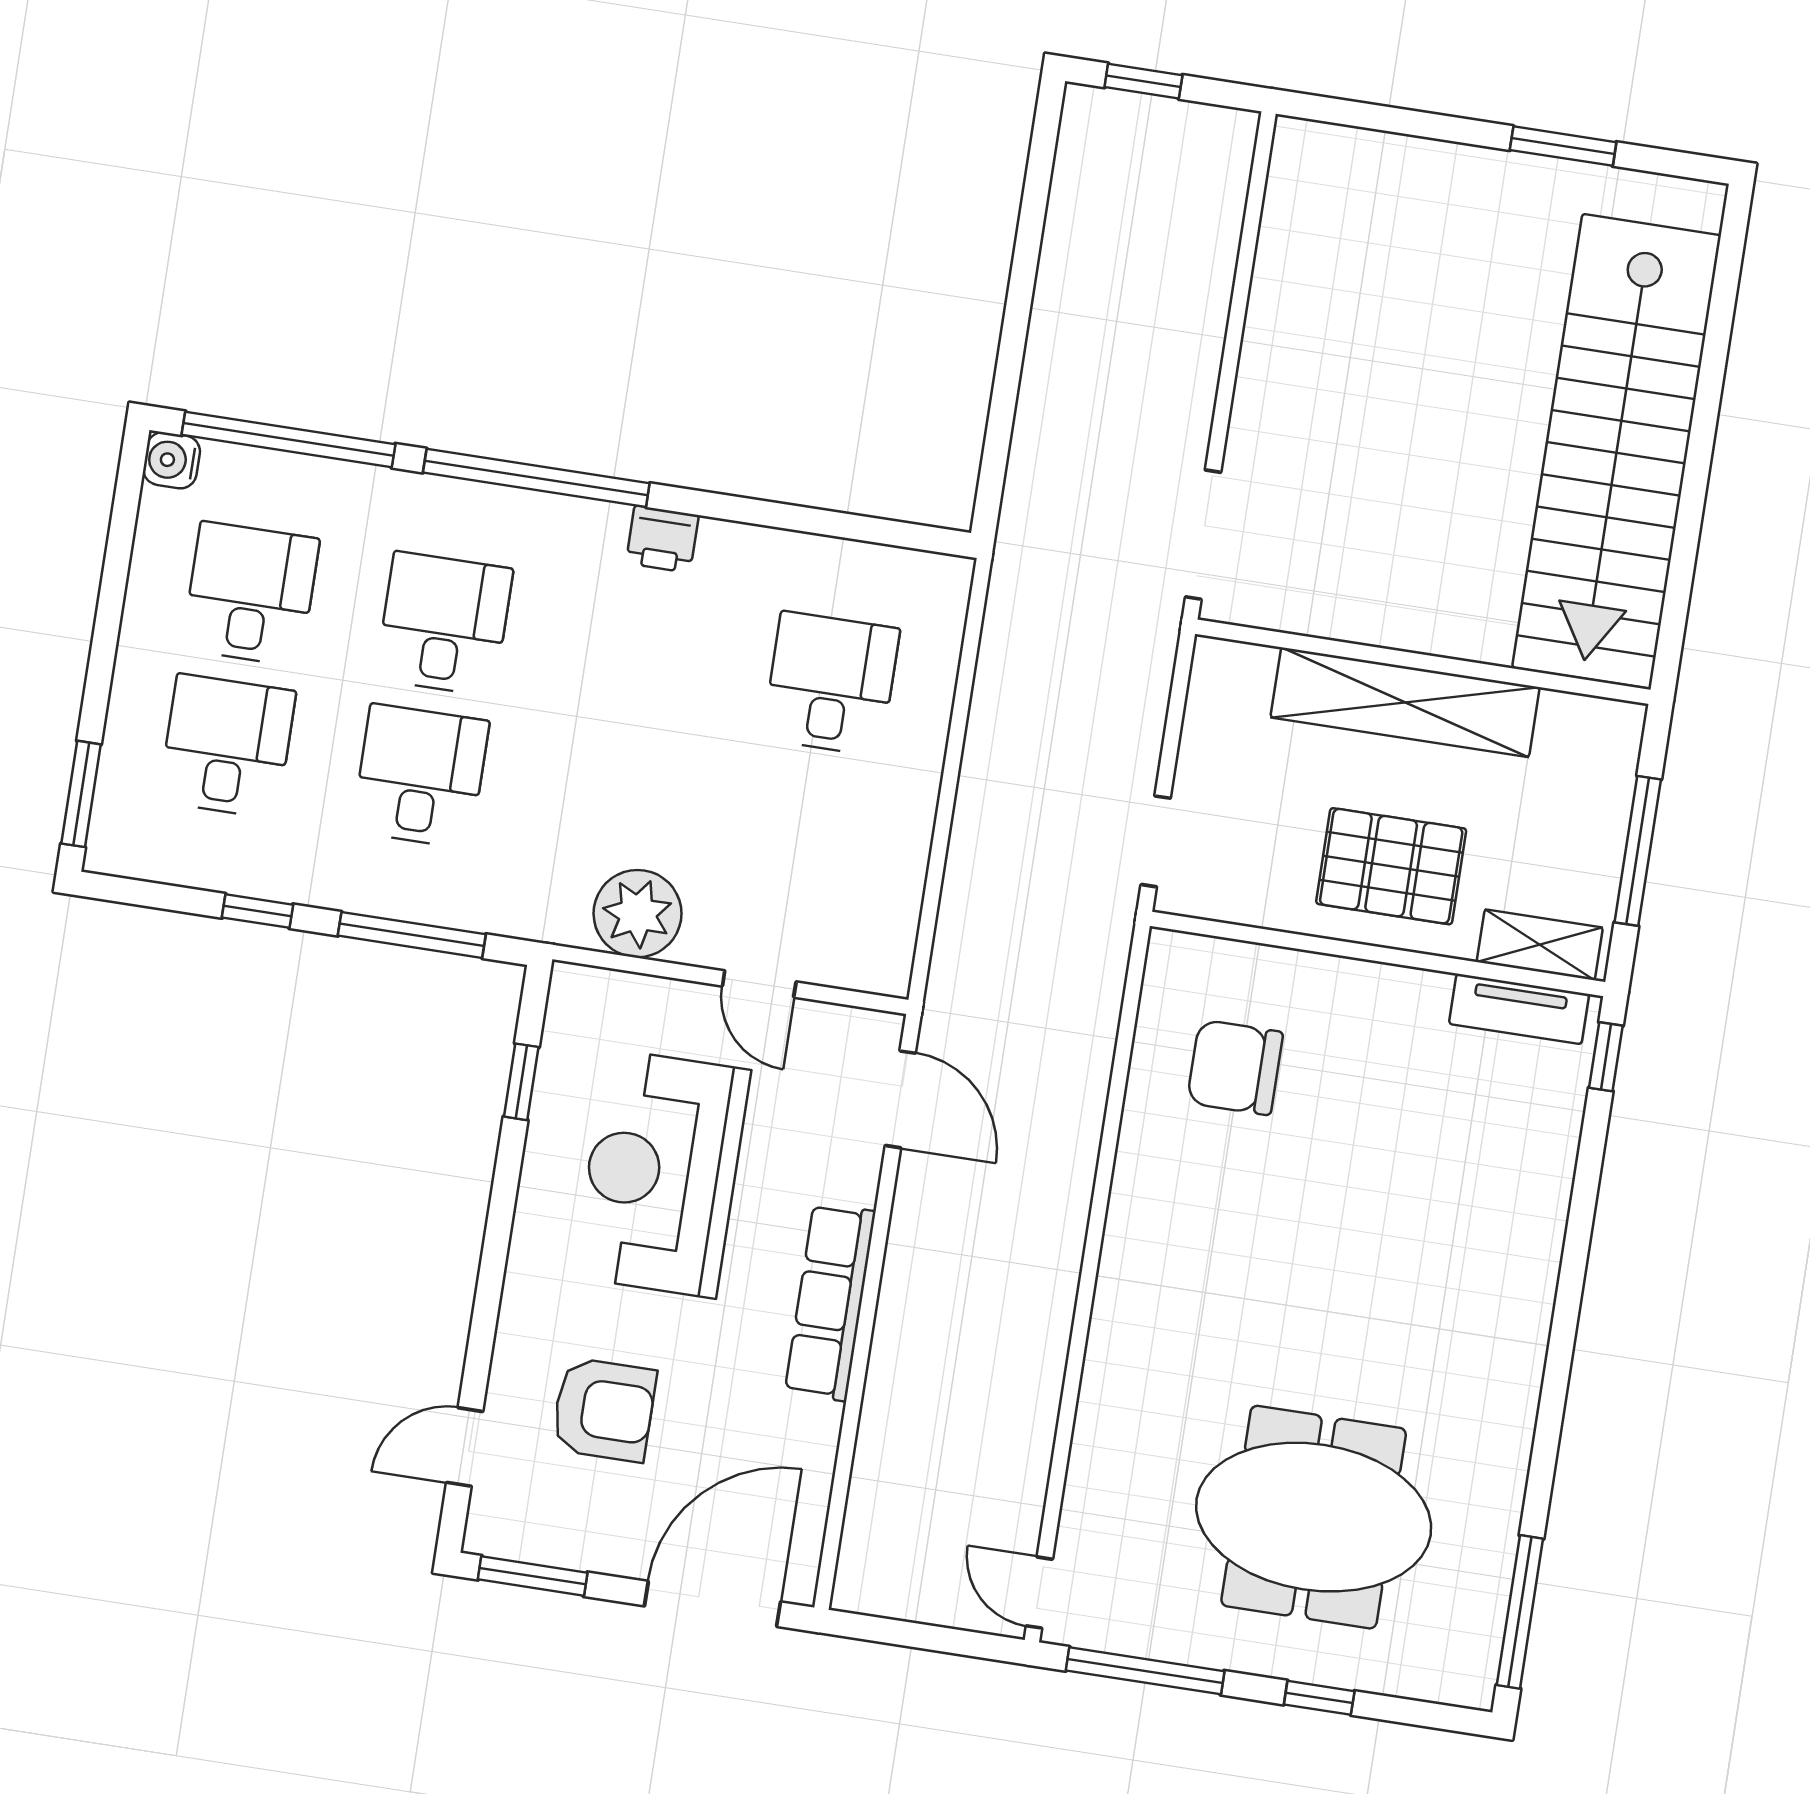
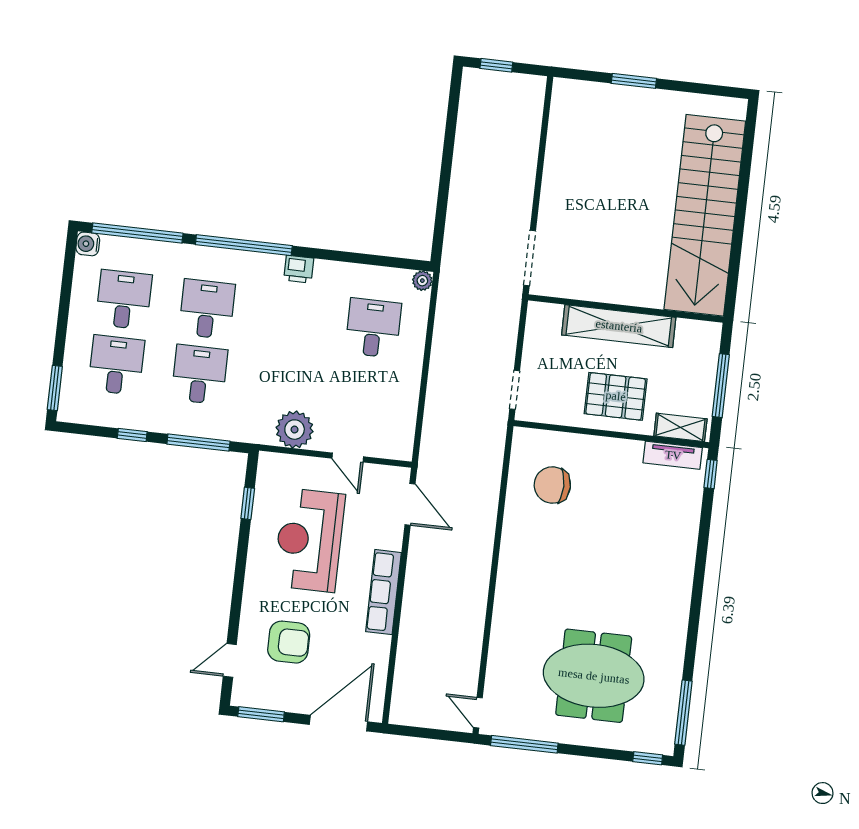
window: (1563, 146) -> (634, 81), moved
plant: (950, 578) -> (422, 281), added
window: (1319, 1698) -> (648, 758), moved

